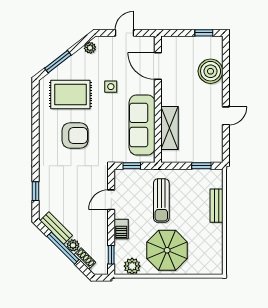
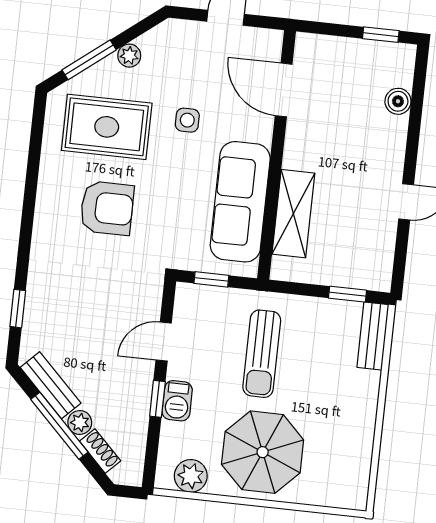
plant: (90, 48) -> (129, 56), moved
boiler: (211, 71) -> (398, 101), width x0.54, depth x0.54
bench: (216, 206) -> (373, 336), moved
window: (111, 255) -> (157, 399), moved

